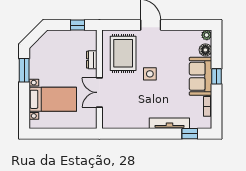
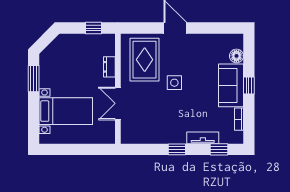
plant: (207, 35) -> (238, 39), removed
tv unit: (169, 123) -> (203, 138), width x0.71
window: (152, 134) -> (177, 149), added

